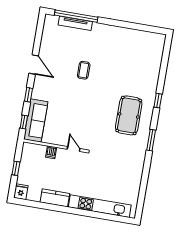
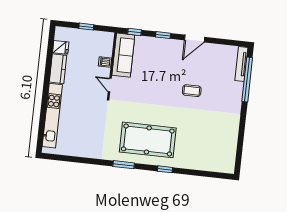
tv unit: (75, 23) -> (241, 64), moved
pool table: (129, 115) -> (148, 140), width x1.36, depth x1.32
sofa: (36, 120) -> (123, 55), moved, turned -90
door: (74, 149) -> (110, 85), swing flipped
fridge: (21, 192) -> (61, 47), moved

